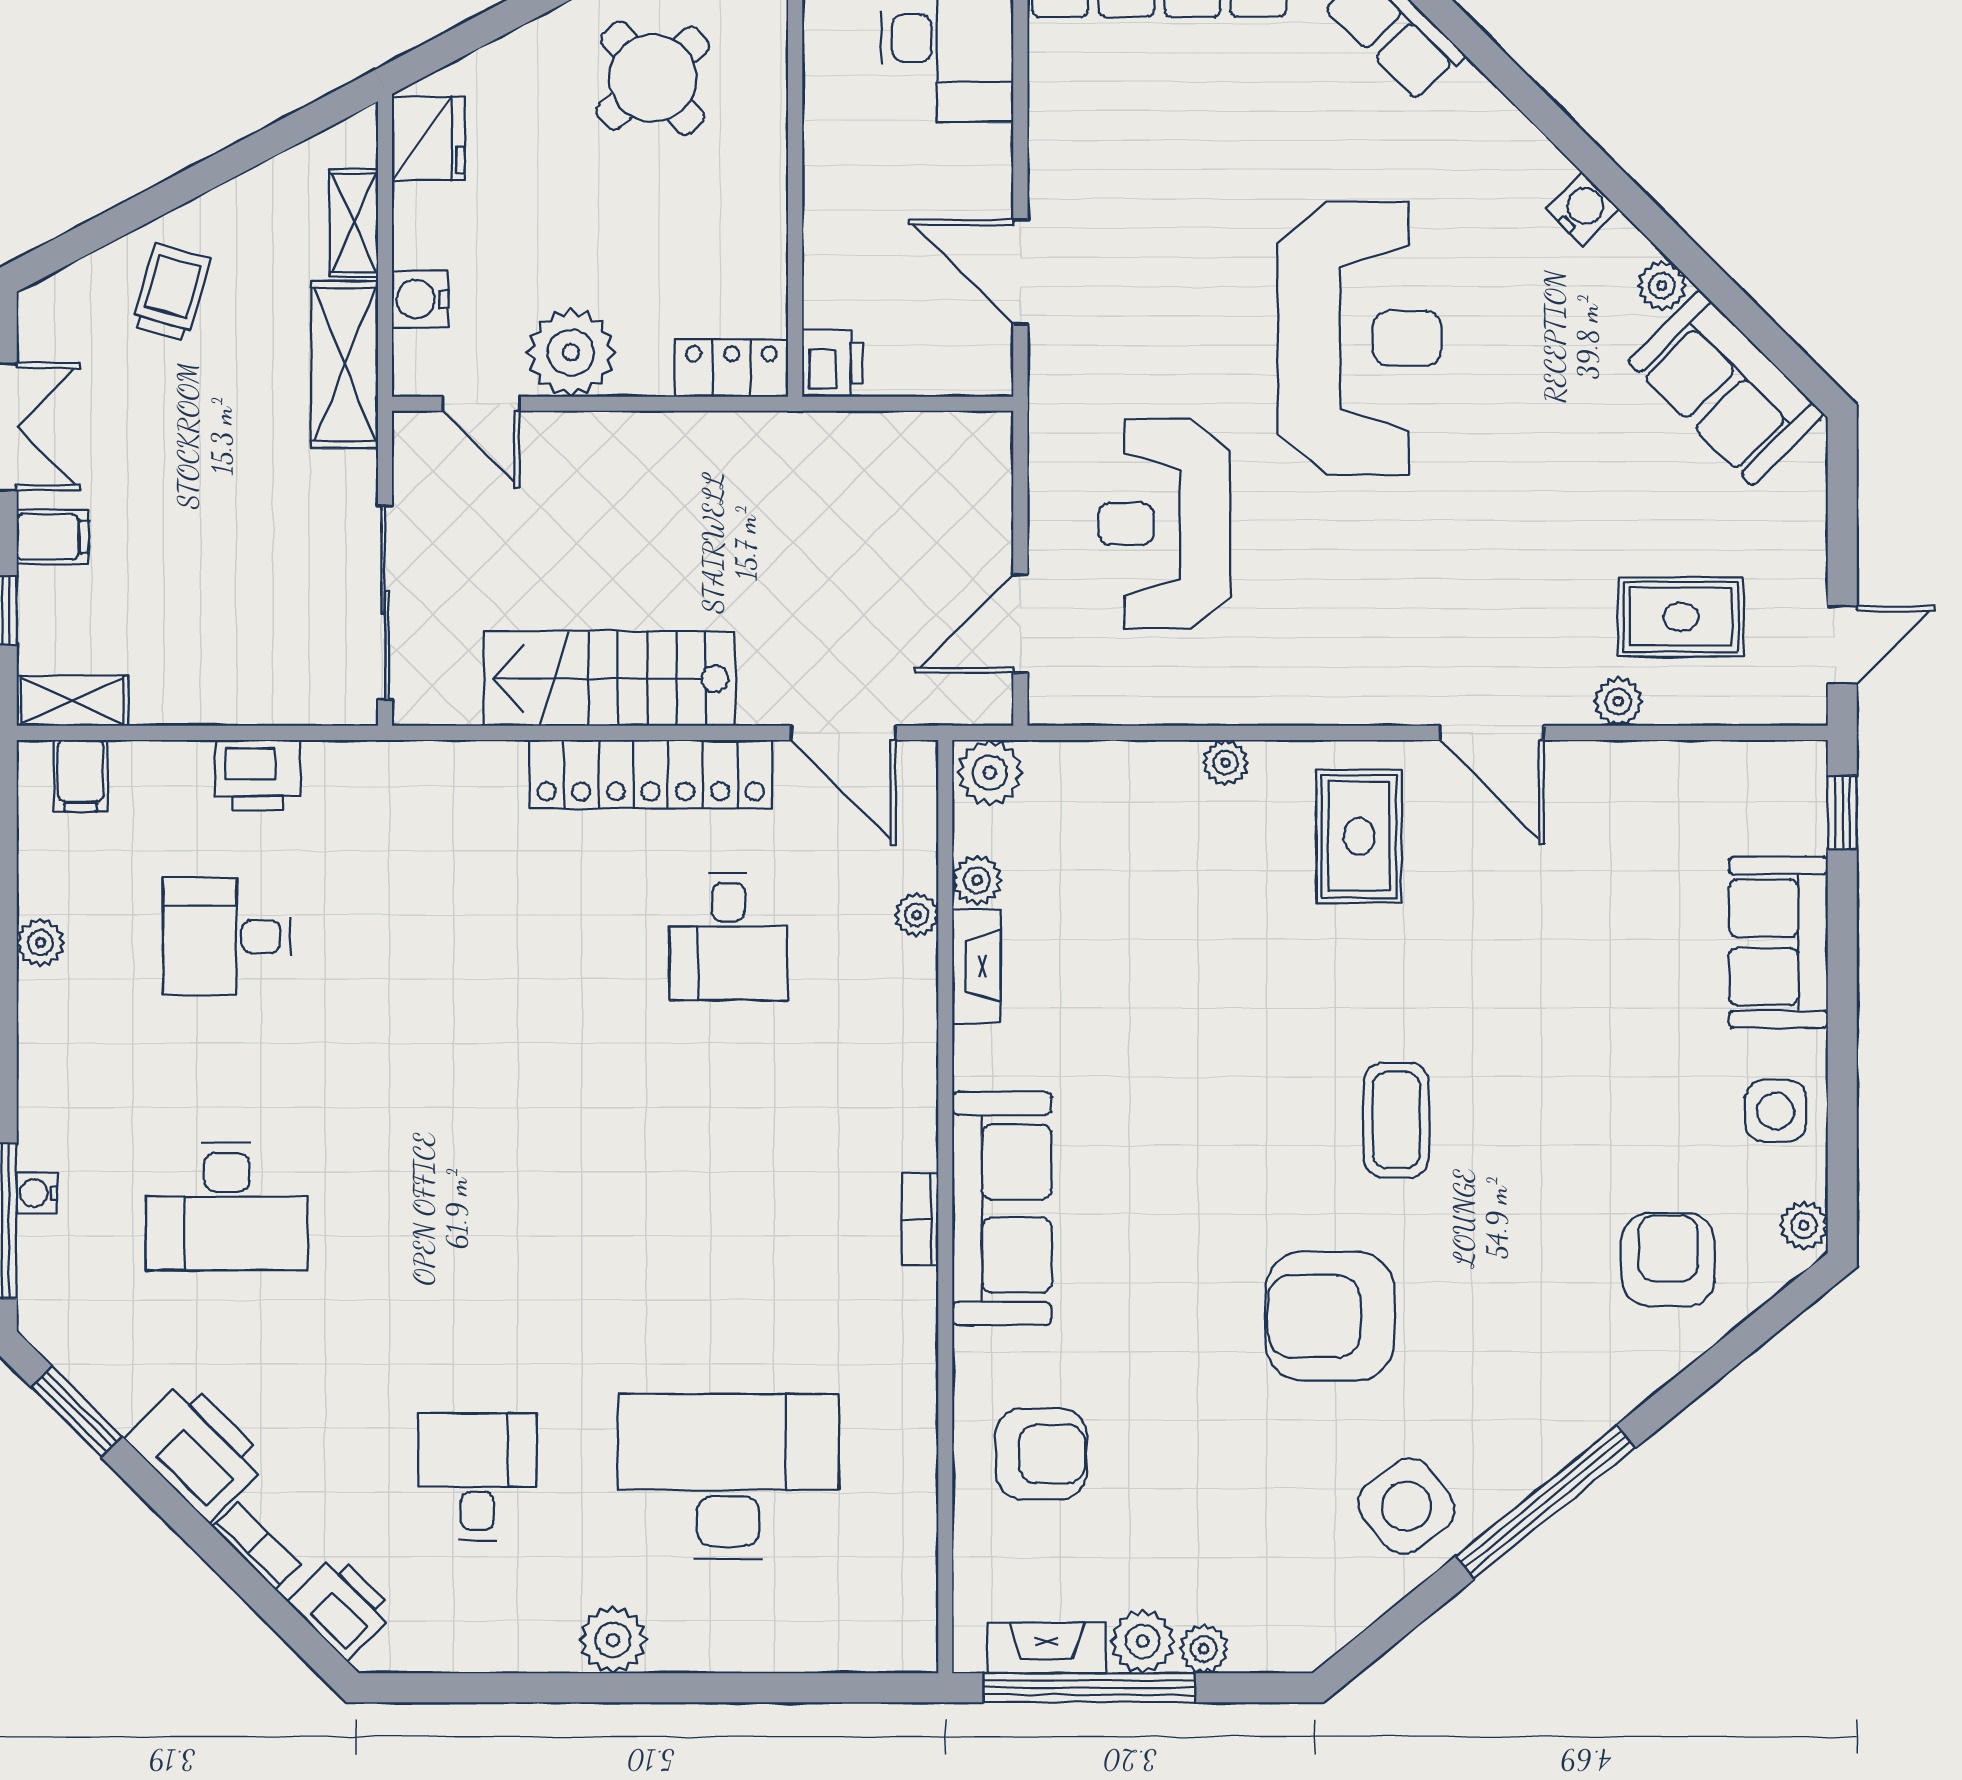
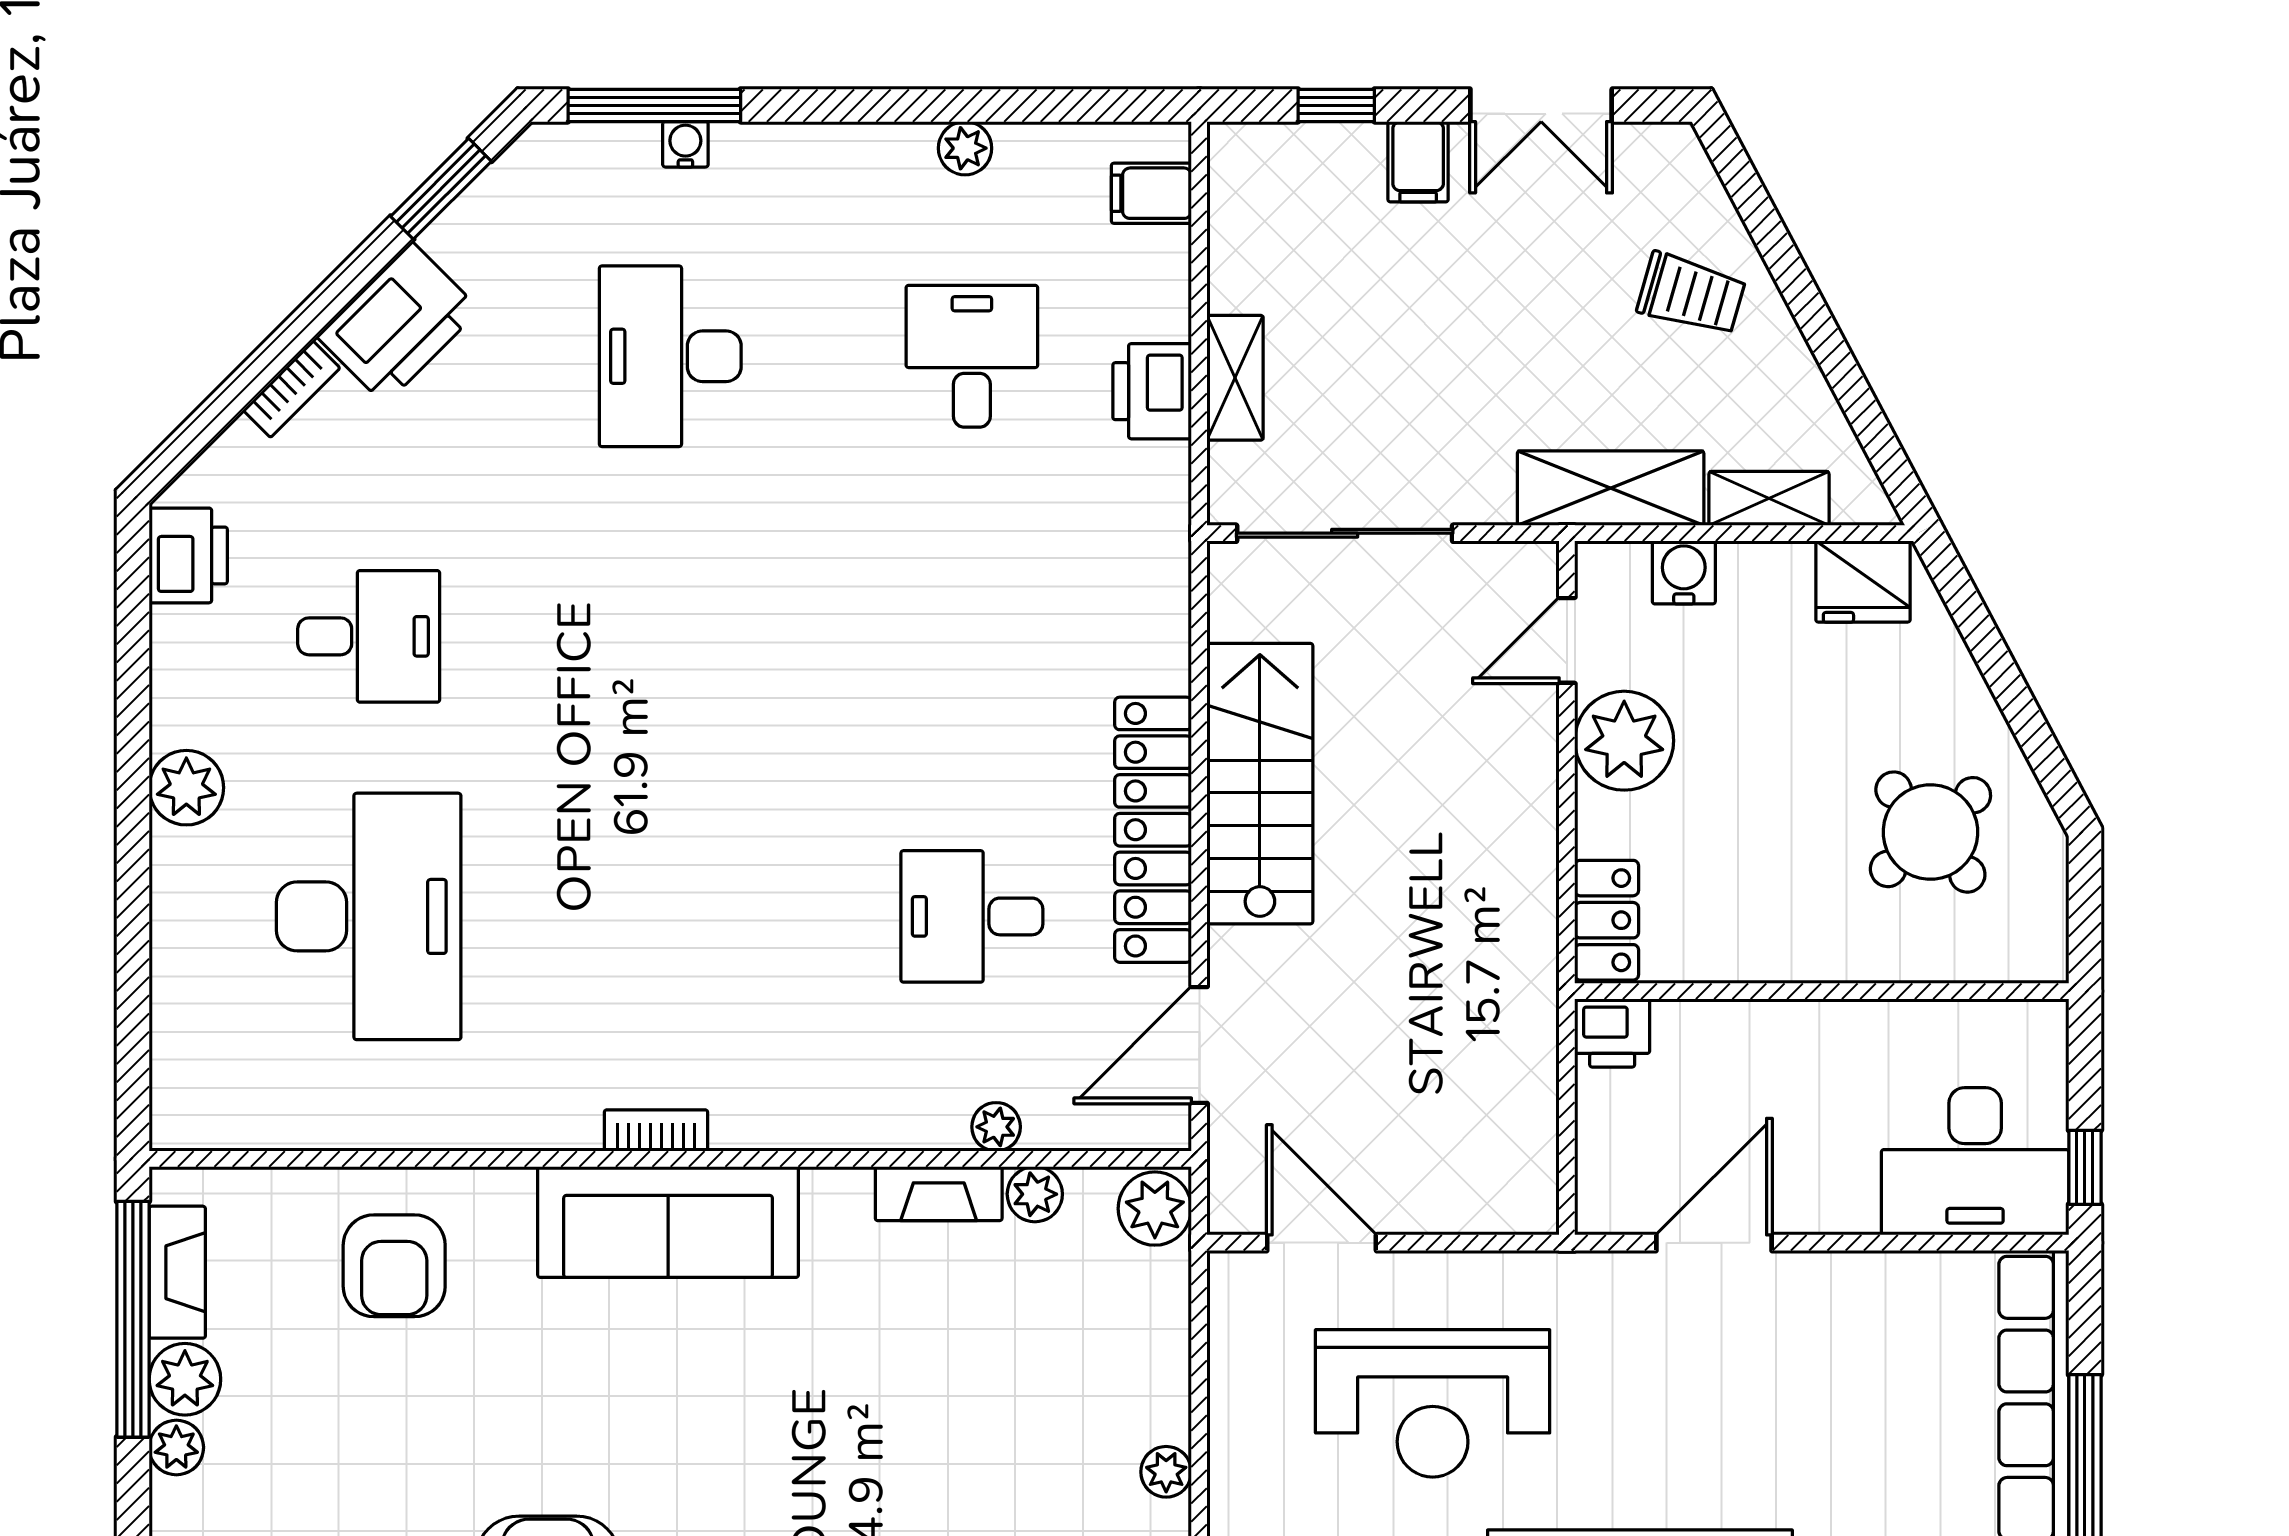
reception desk: (1164, 524) -> (1433, 1403), turned 180
shelving: (72, 701) -> (1235, 378), moved
printer: (342, 1607) -> (188, 555), moved, turned -45

